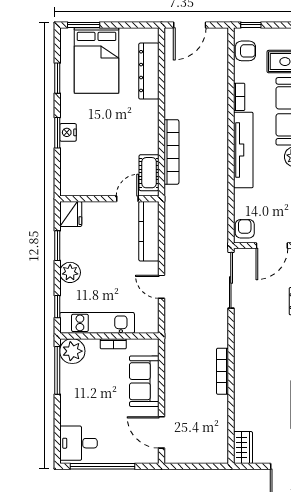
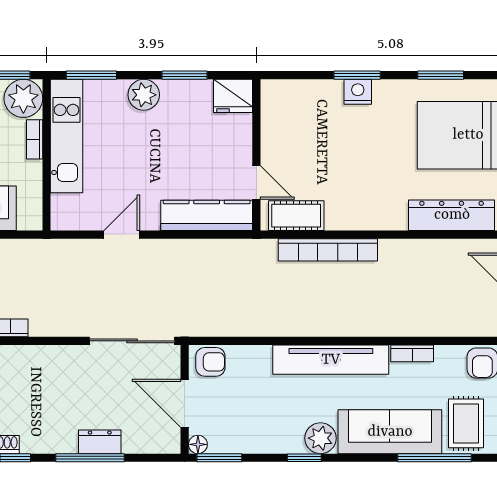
window: (57, 307) -> (91, 75), width x1.50
bookcase: (113, 344) -> (35, 139), moved

